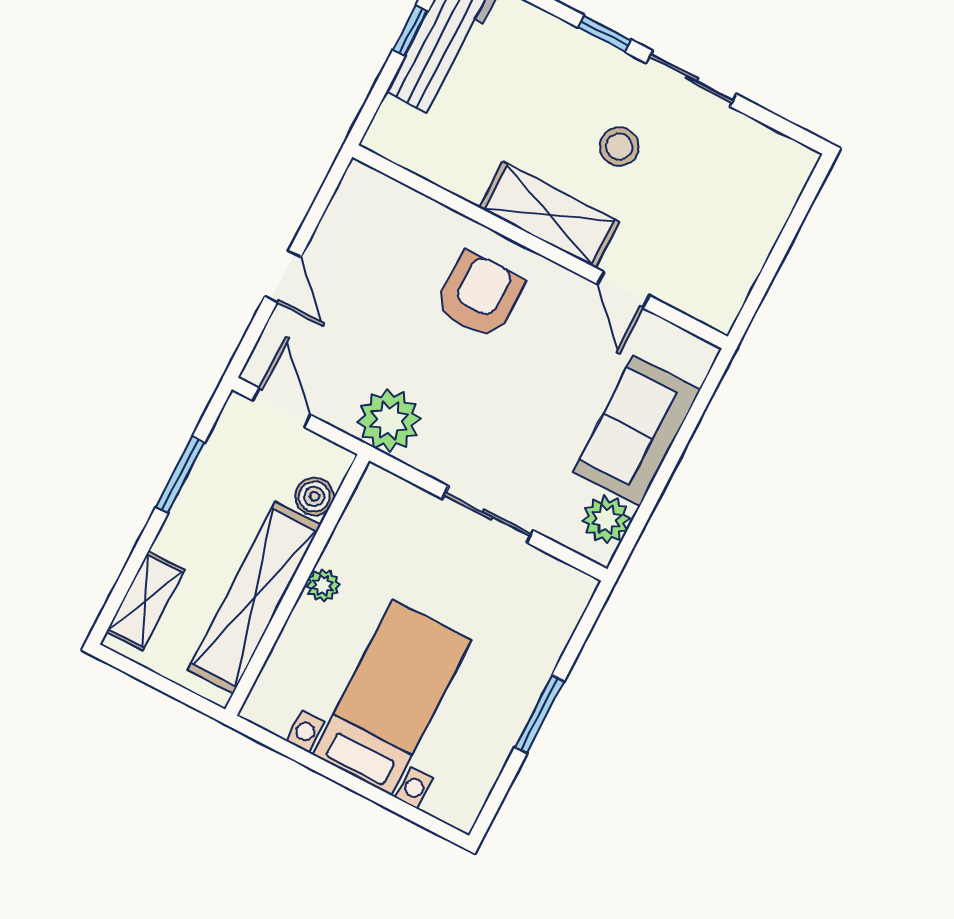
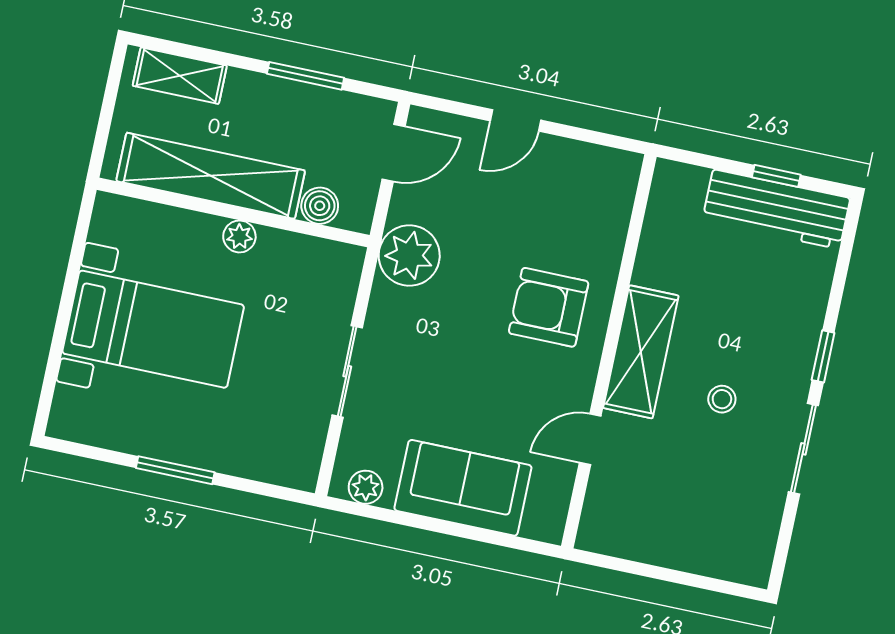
stool: (619, 147) -> (722, 399), width x0.73, depth x0.73
armchair: (479, 295) -> (549, 307), turned 180
plant: (606, 519) -> (366, 487), width x0.73, depth x0.73

